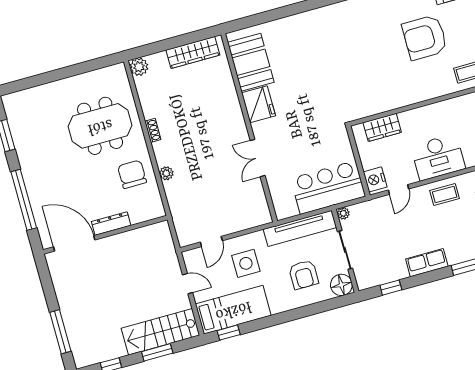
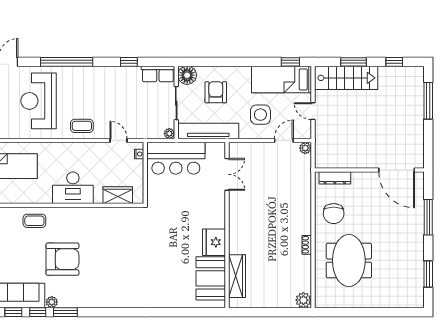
wardrobe: (193, 52) -> (237, 276), moved, turned 90
meeting table: (100, 126) -> (349, 261), turned 90
desk: (438, 157) -> (73, 188), moved, turned 180
double door: (258, 158) -> (227, 174), moved
plant: (166, 173) -> (305, 148), moved
nightstand: (375, 179) -> (139, 154), width x0.53, depth x0.56
door: (399, 189) -> (118, 140), hinge flipped
window: (24, 200) -> (428, 217), width x0.68
dresser: (111, 223) -> (335, 178), moved
row of seats: (427, 263) -> (158, 74), moved
window: (391, 288) -> (129, 62), moved

